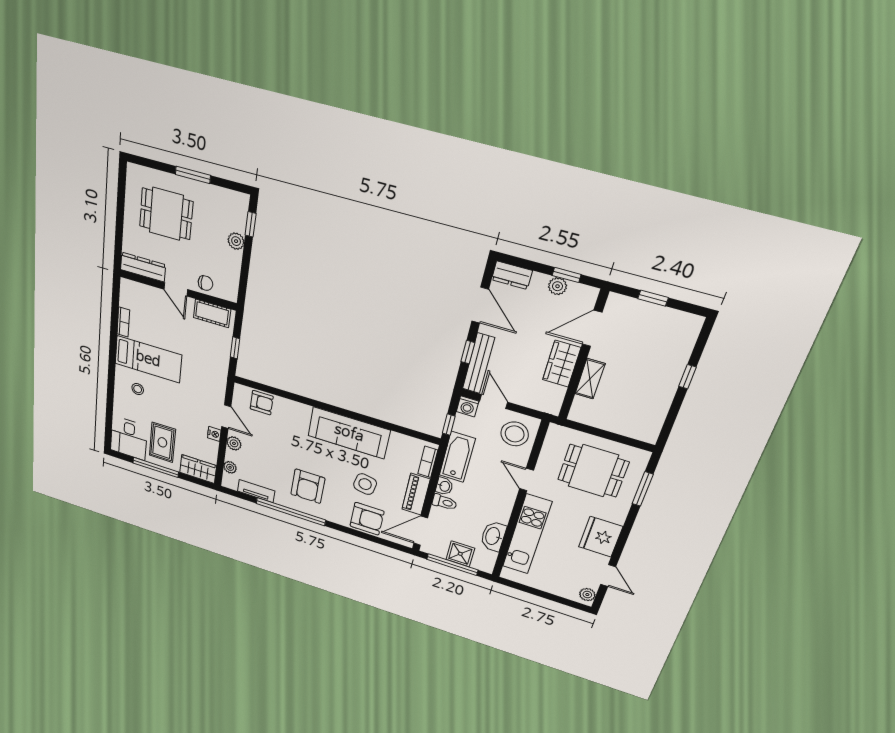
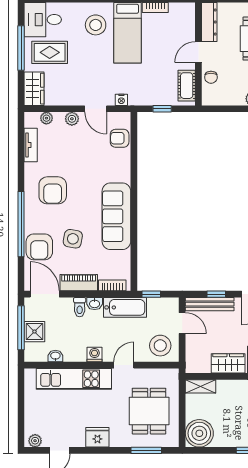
shelving: (590, 379) -> (201, 386), moved
stool: (138, 389) -> (96, 25), width x1.89, depth x1.89
door: (494, 402) -> (182, 323), hinge flipped
armchair: (262, 403) -> (120, 138), turned 90
washing machine: (468, 406) -> (95, 354), moved, turned 90
door: (226, 417) -> (96, 109), hinge flipped
boiler: (643, 424) -> (199, 433), added
nightstand: (214, 434) -> (121, 100), moved
armchair: (308, 486) -> (53, 190), turned -90
window: (291, 512) -> (21, 224), moved
washbasin: (493, 536) -> (55, 356), width x0.52, depth x0.69
fridge: (601, 537) -> (97, 437), width x0.73, depth x0.75

